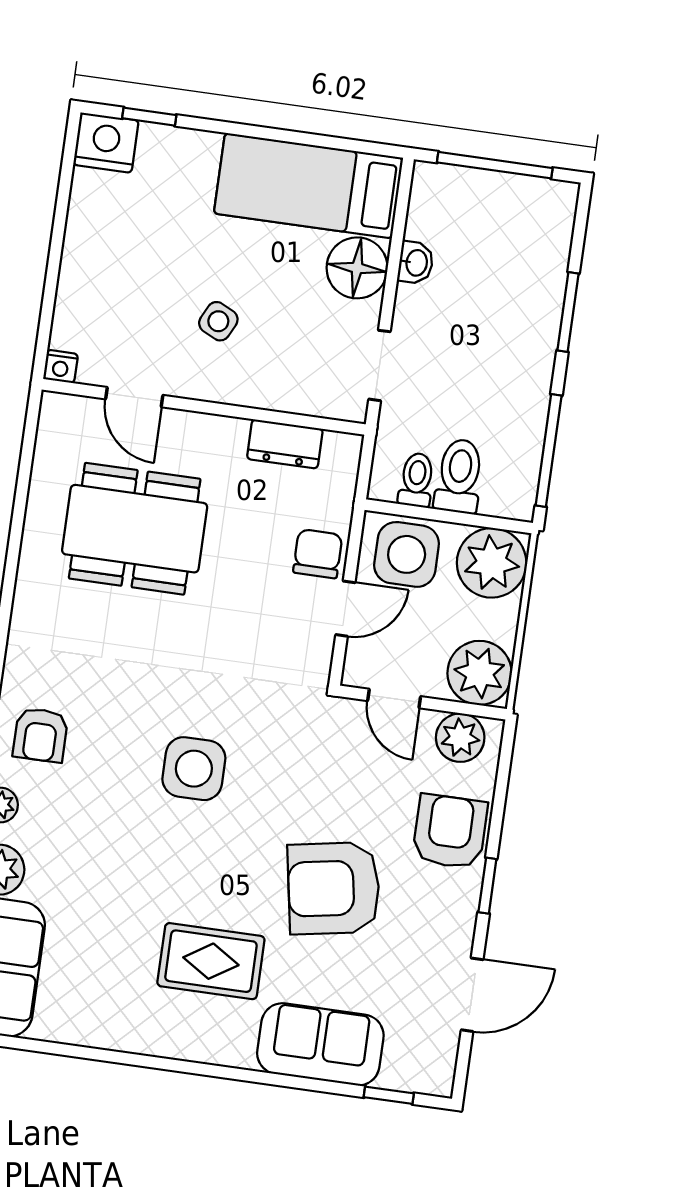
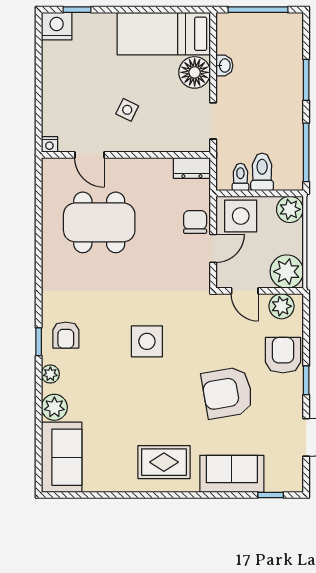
dresser: (285, 444) -> (192, 168), moved
plant: (492, 563) -> (290, 209), width x0.73, depth x0.73
rug: (211, 961) -> (164, 462), moved

